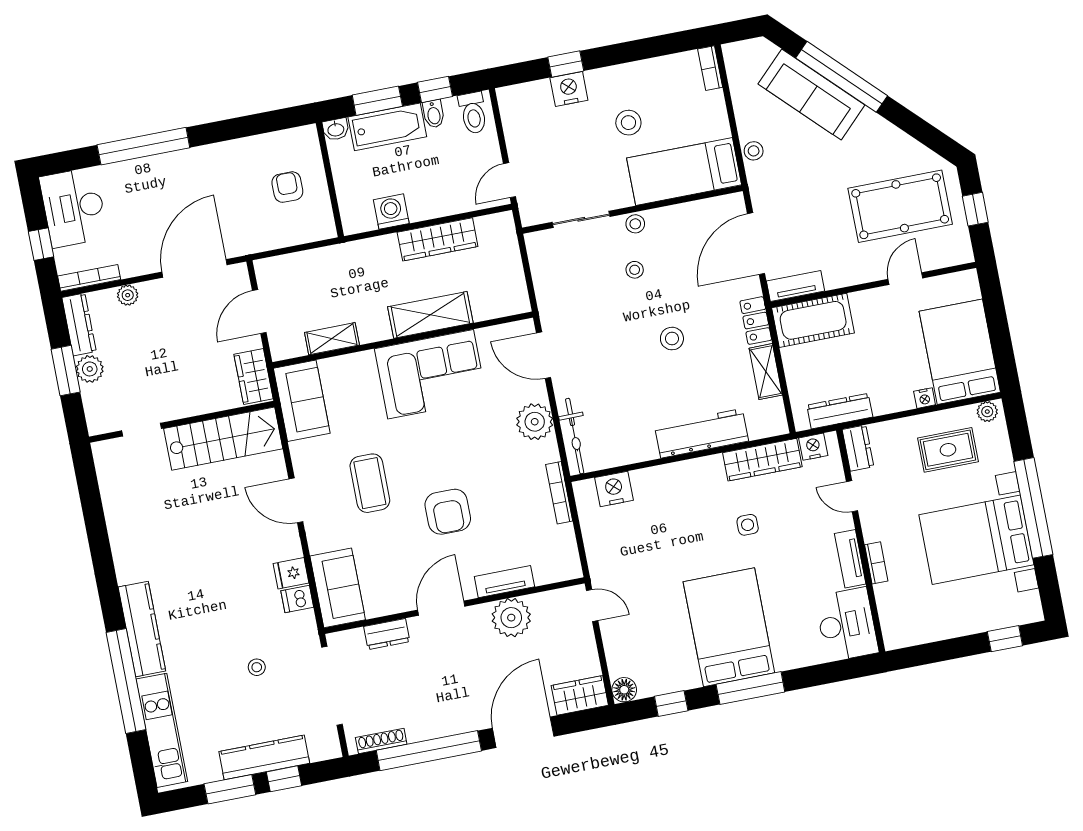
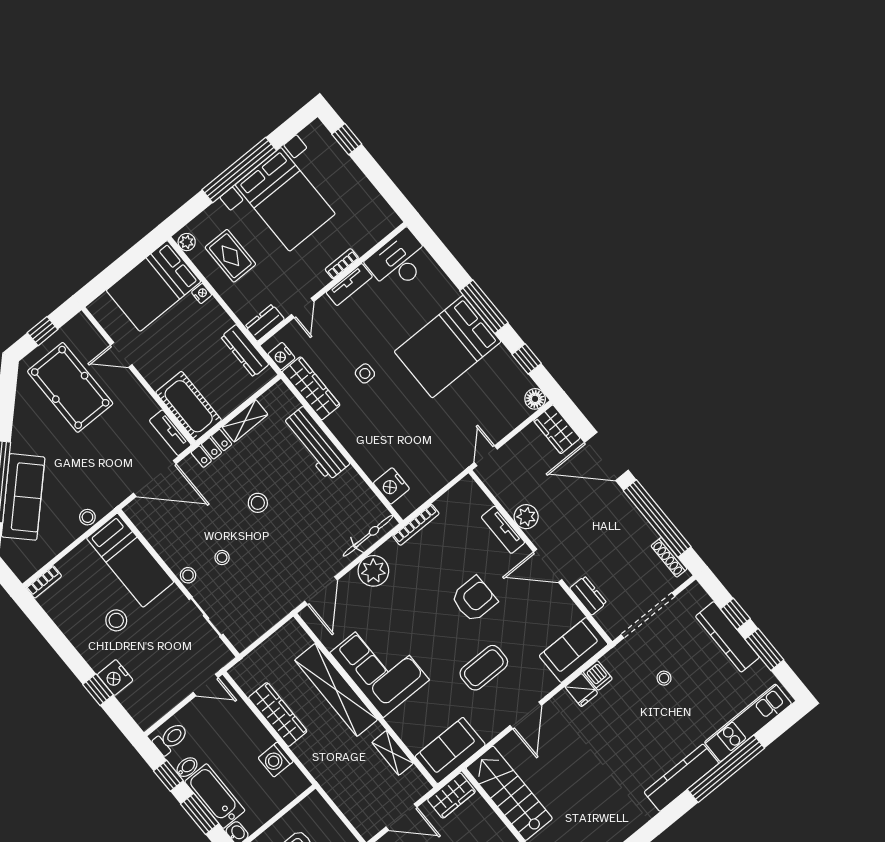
shelving: (430, 315) -> (336, 690), width x1.47
plant: (511, 618) -> (526, 517), width x0.73, depth x0.73

